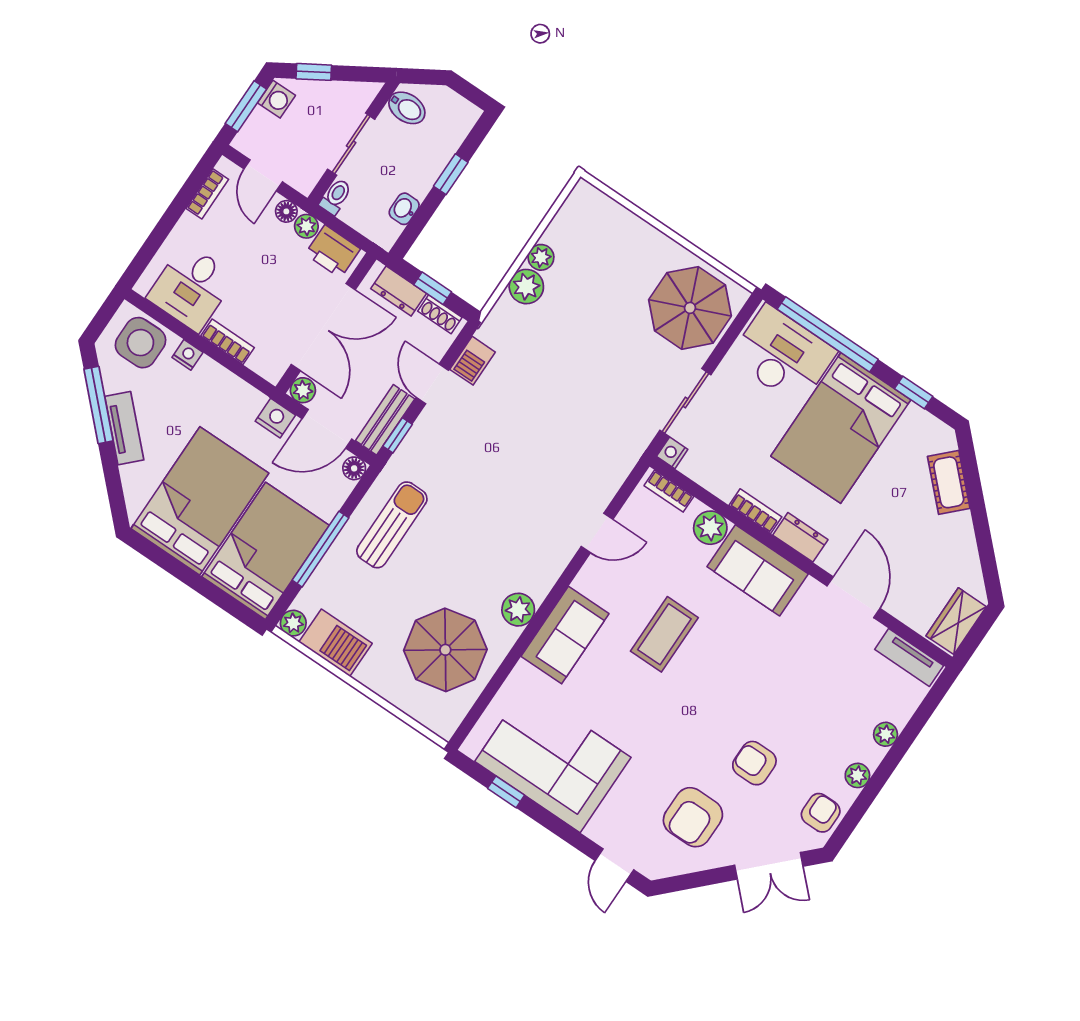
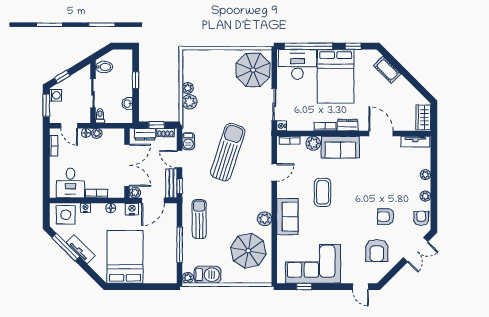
printer: (333, 251) -> (112, 136), removed
sun lounger: (534, 433) -> (228, 152), added
floor lamp: (354, 468) -> (111, 208), moved
bed: (265, 551) -> (160, 259), removed

